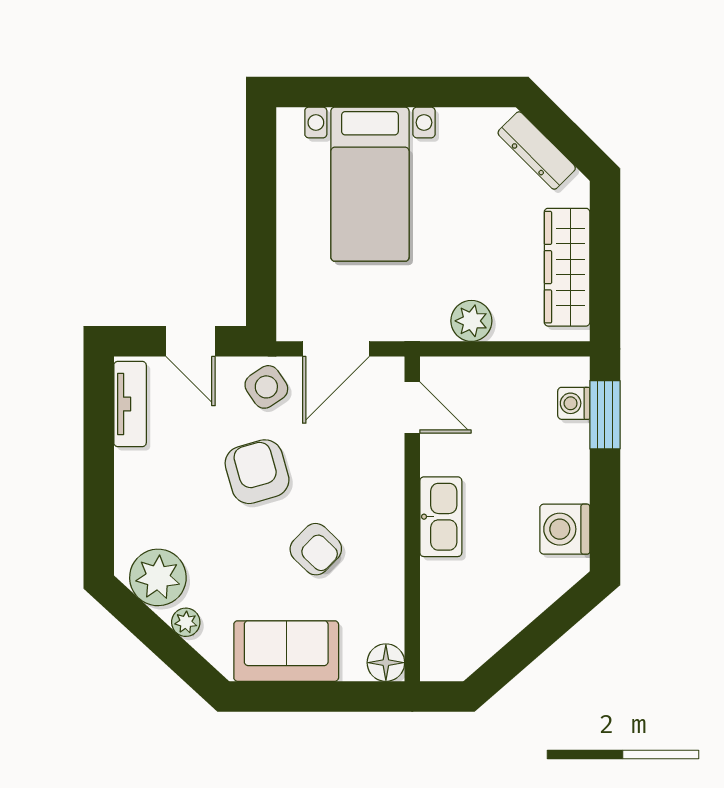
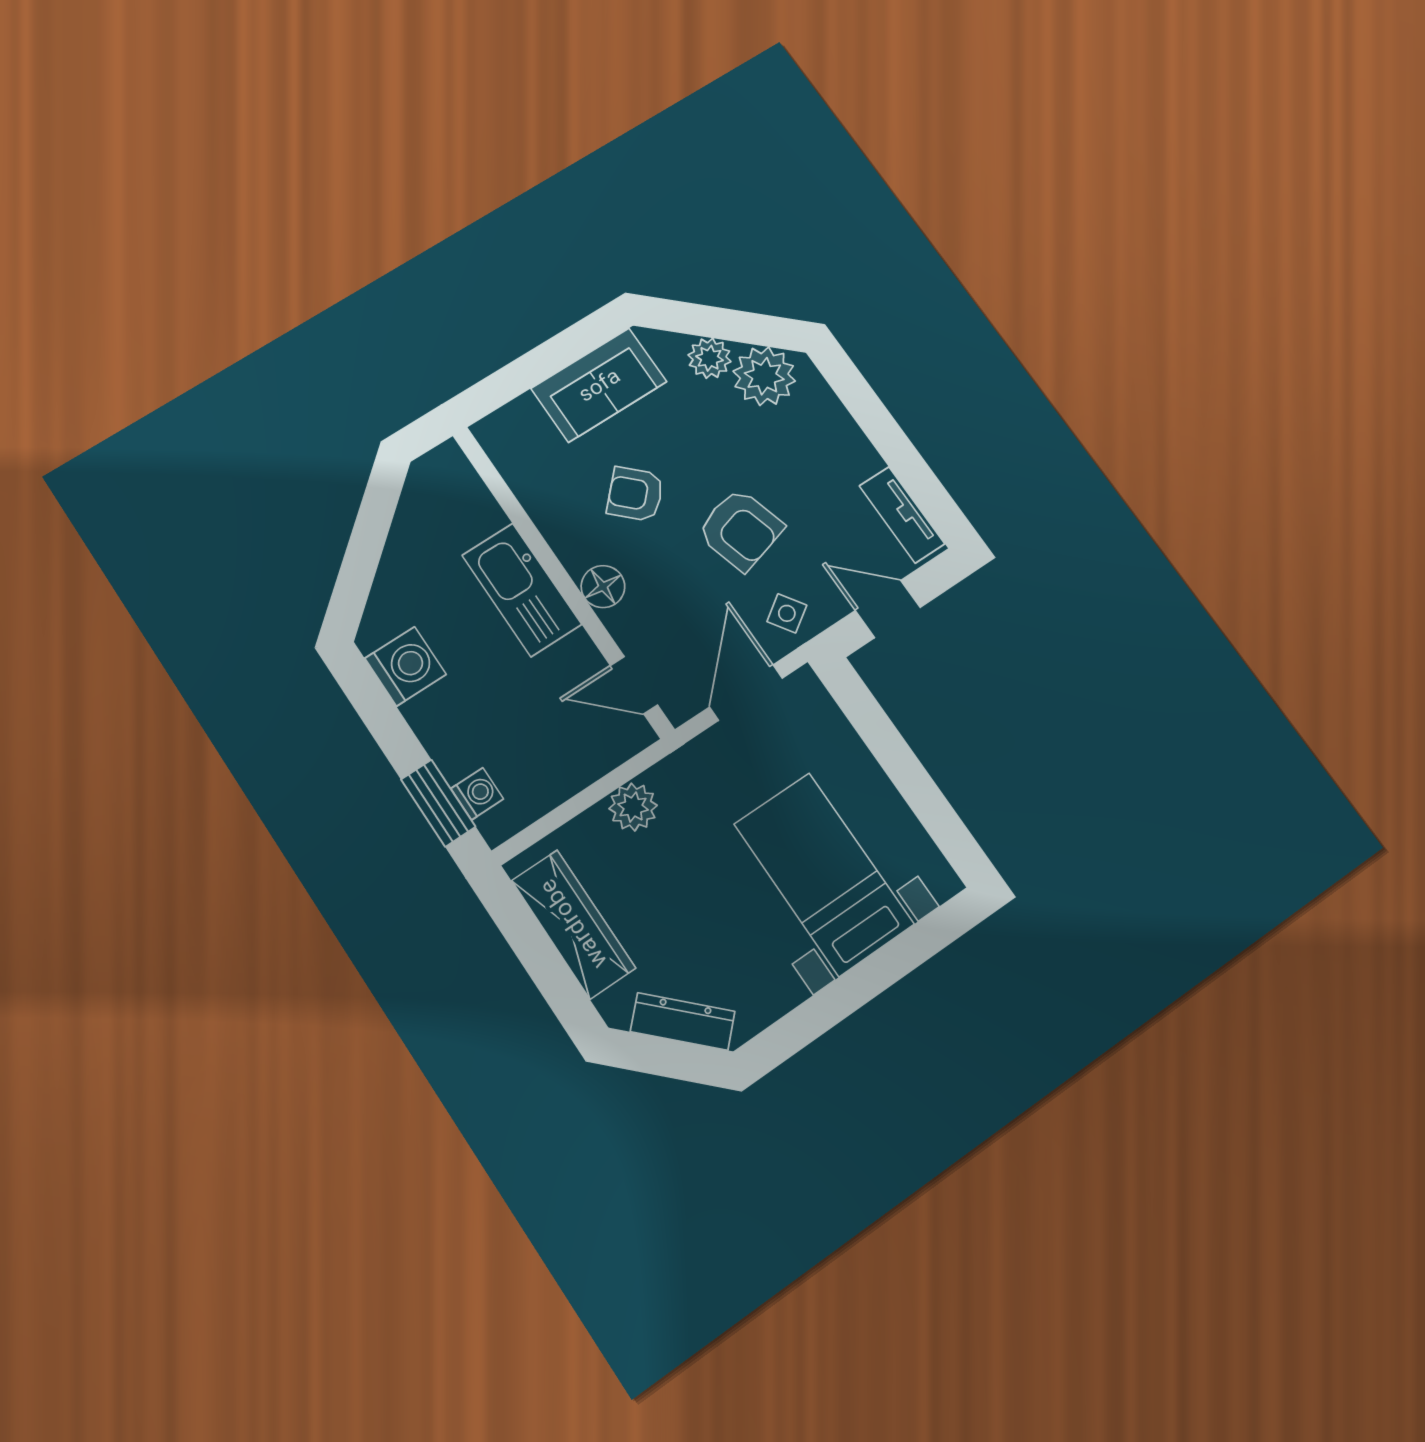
side table: (266, 387) -> (787, 613), width x0.73, depth x0.73
kitchen sink: (441, 517) -> (522, 590), width x1.36, depth x1.24
plant: (186, 622) -> (710, 358), width x1.38, depth x1.38
floor lamp: (386, 663) -> (603, 587), moved

